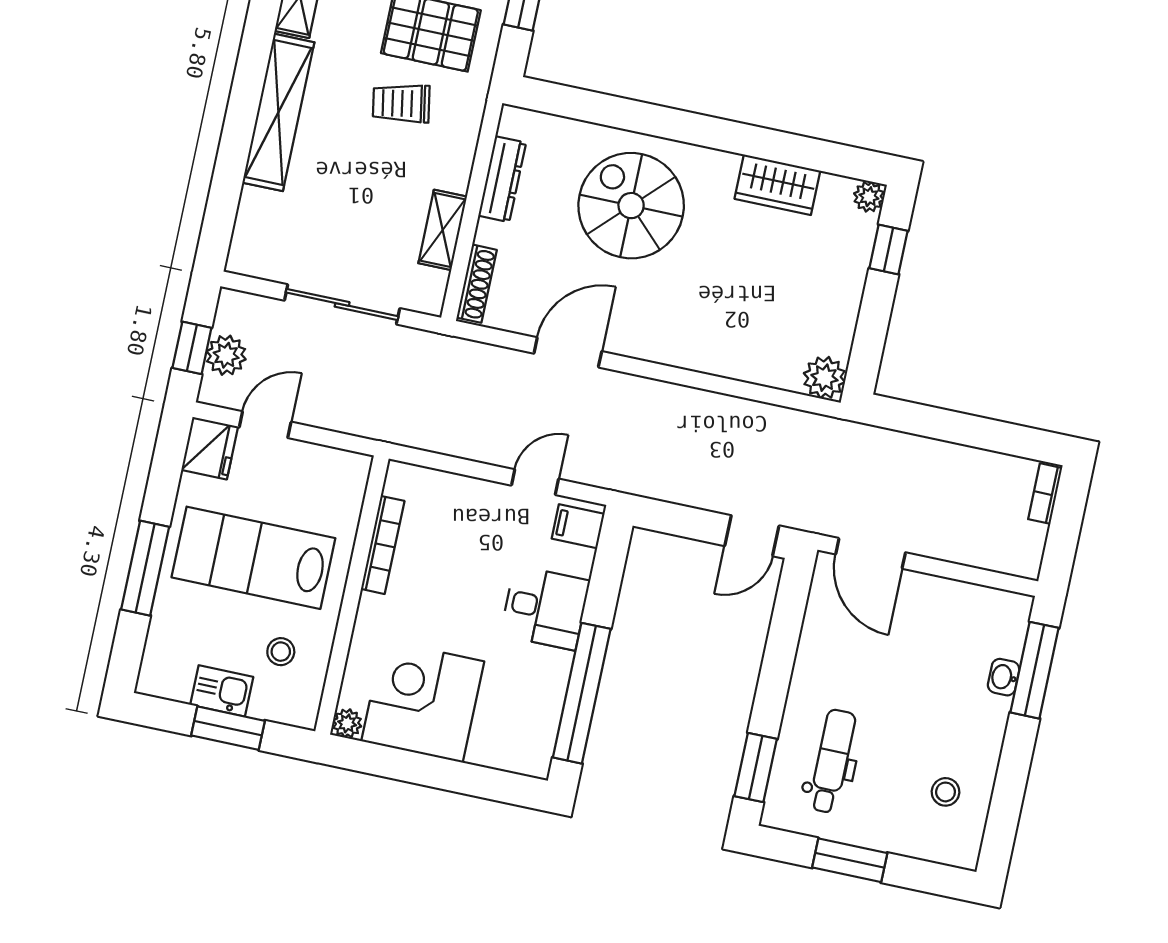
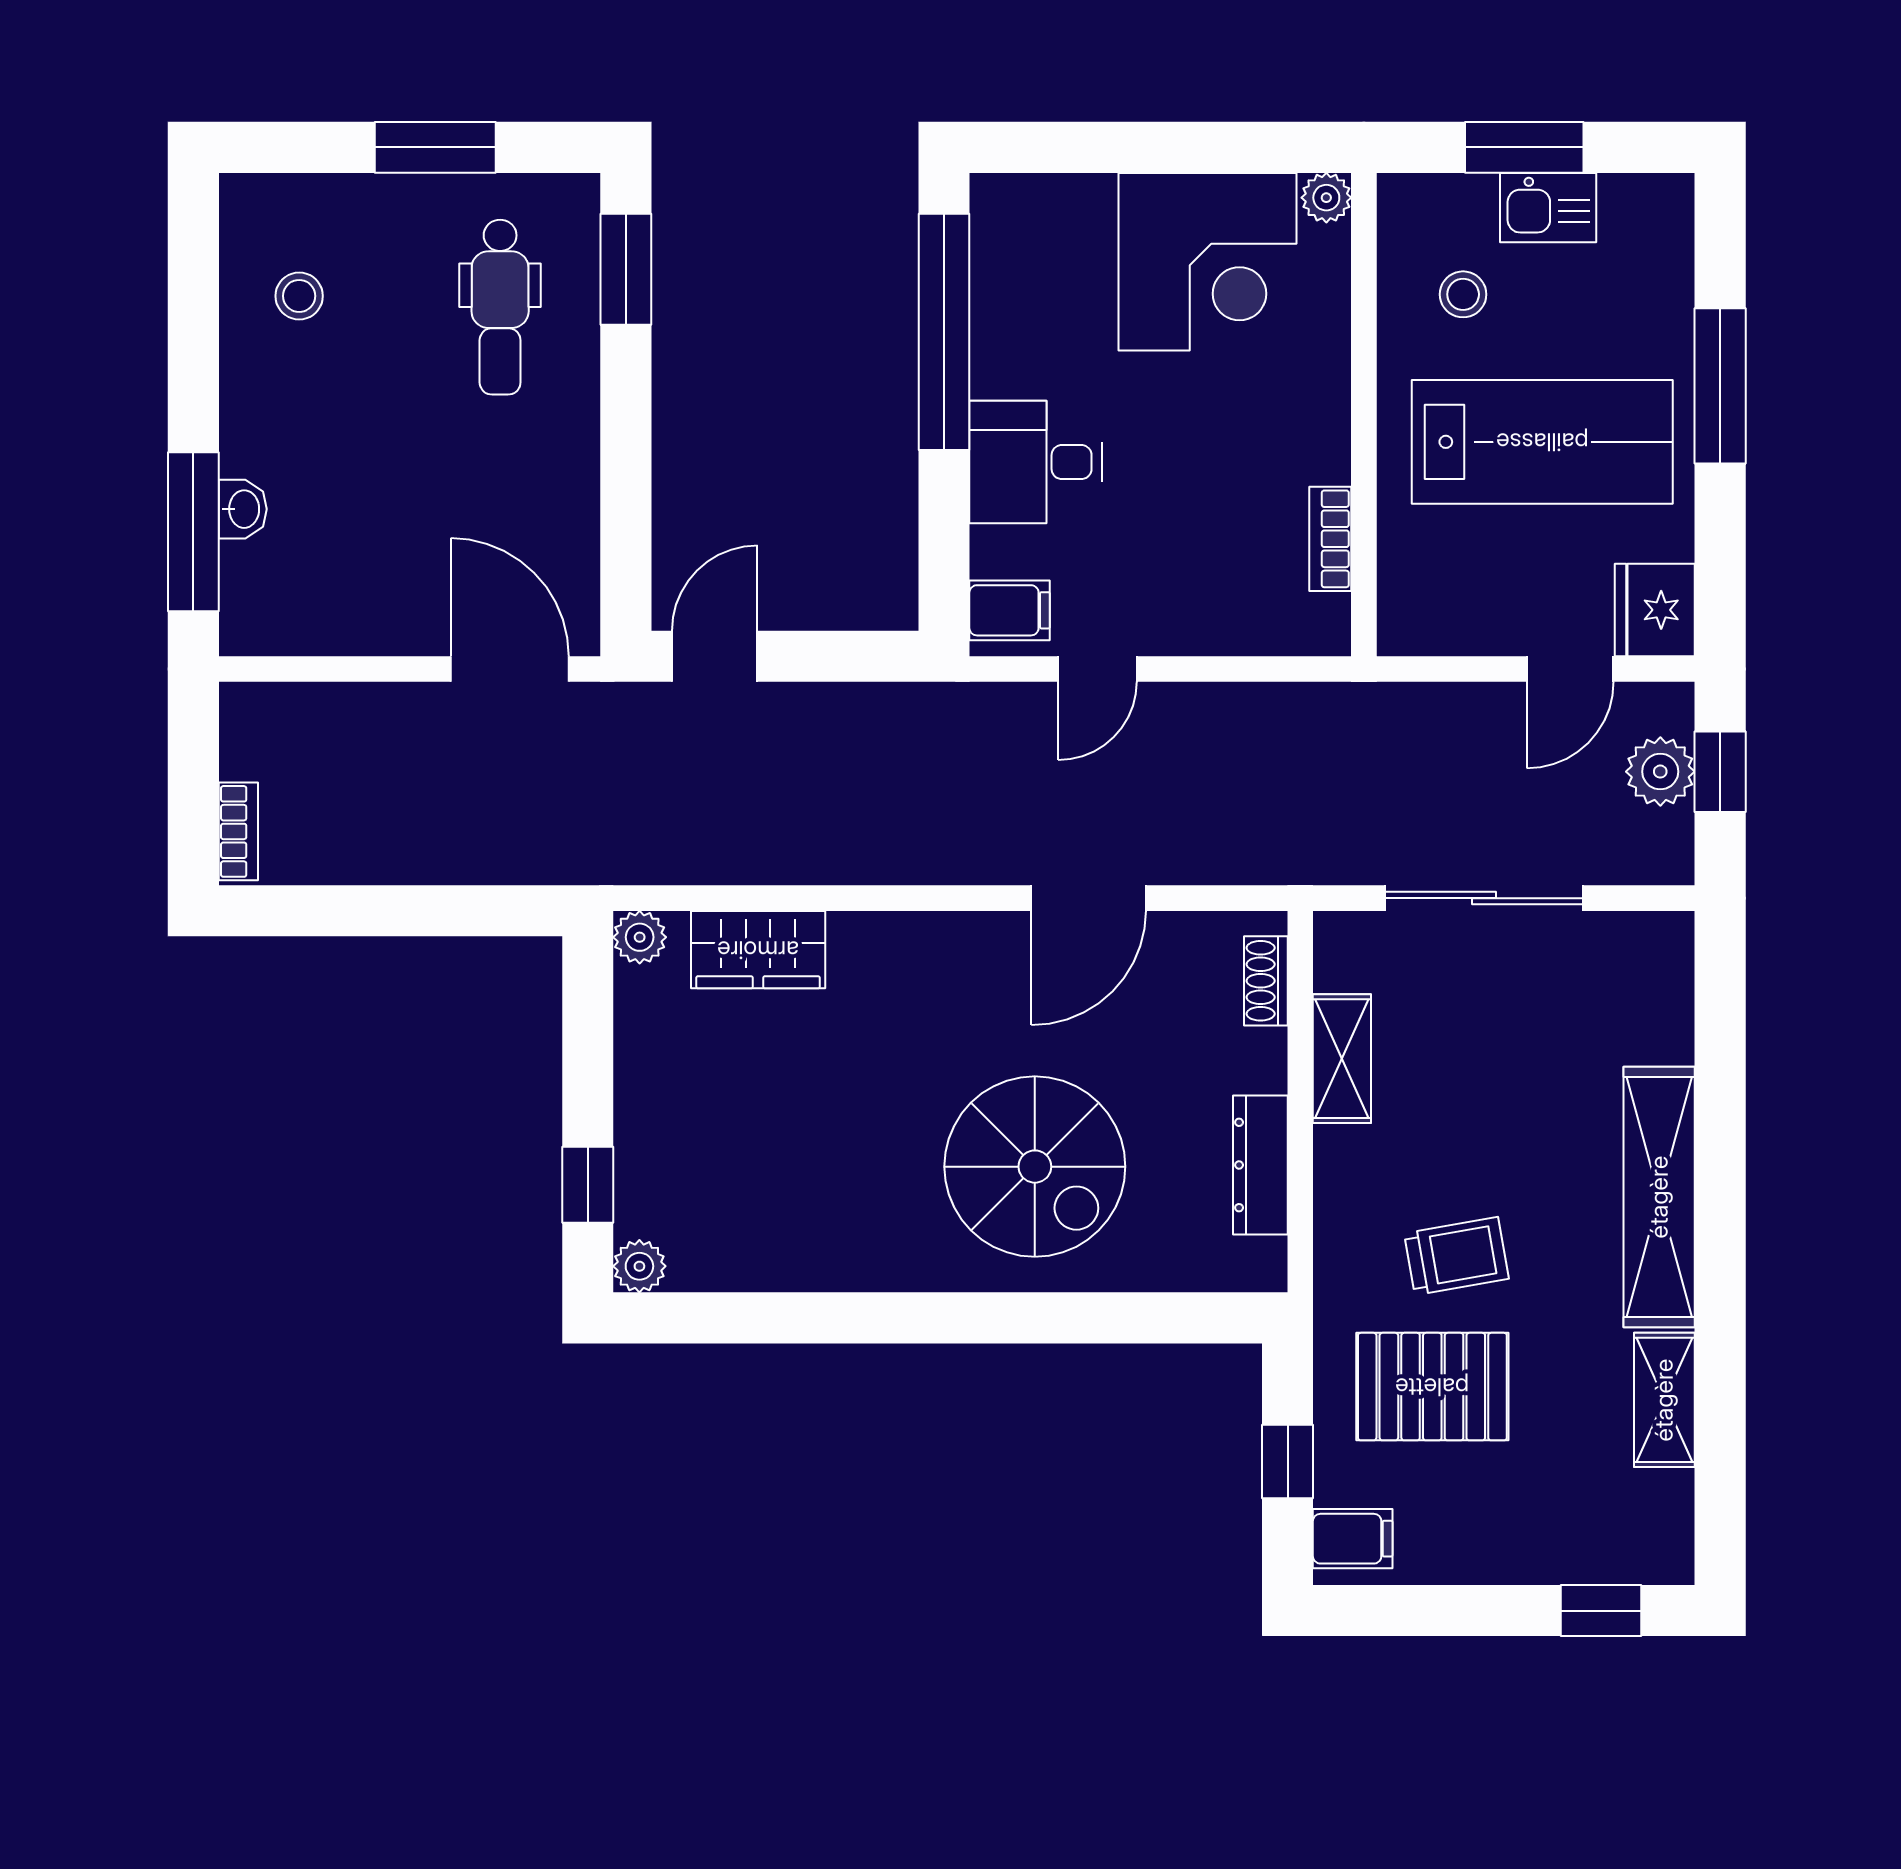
wardrobe: (777, 185) -> (758, 950), moved, turned 180
shoe rack: (477, 284) -> (1266, 981), width x0.70
plant: (824, 378) -> (640, 937), width x0.73, depth x0.73
bookcase: (383, 545) -> (1330, 539), width x0.64

